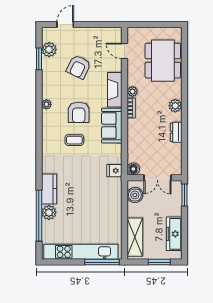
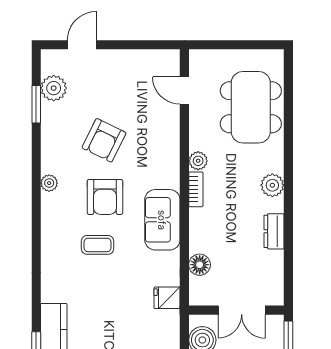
armchair: (79, 67) -> (104, 140), moved
fireplace: (115, 90) -> (168, 158), removed
floor lamp: (133, 169) -> (200, 265), moved

